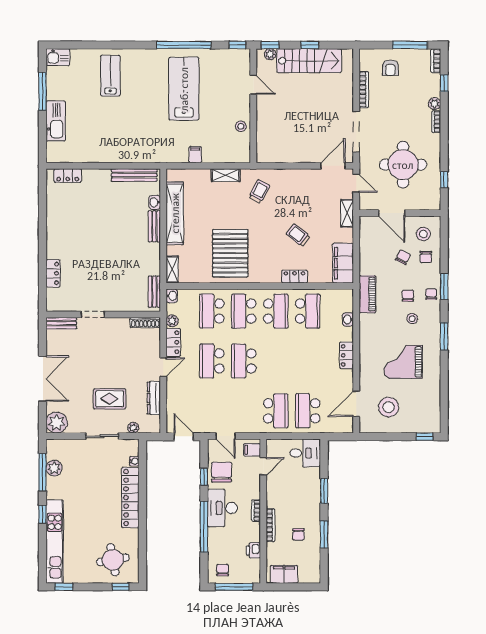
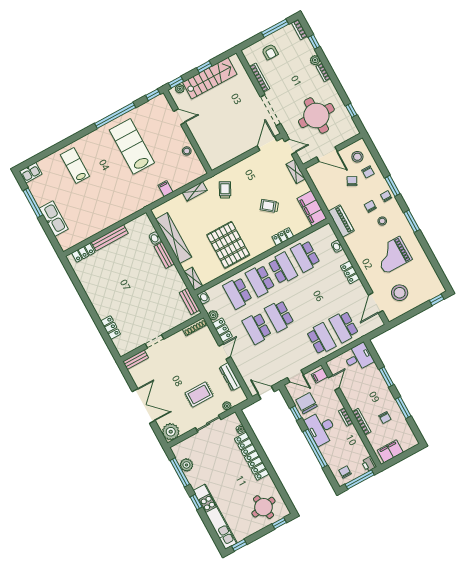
bench: (134, 175) -> (110, 238), moved
school desk: (308, 311) -> (305, 256), turned 180
printer: (253, 550) -> (369, 464), moved

